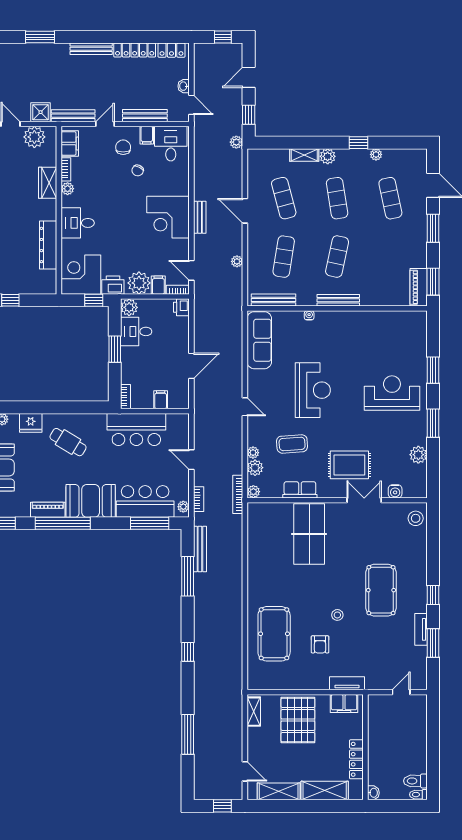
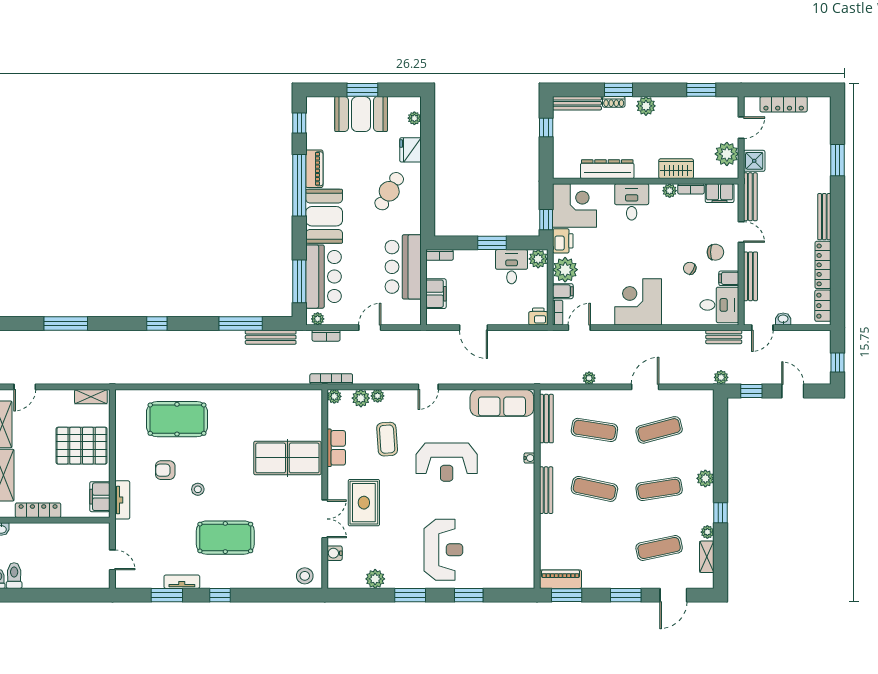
shelving: (304, 155) -> (707, 557), moved
bench: (200, 217) -> (724, 337), moved
filing cabinet: (161, 400) -> (436, 294), width x2.00

